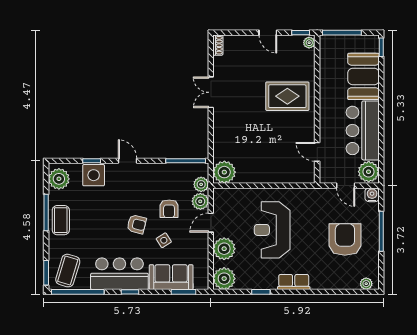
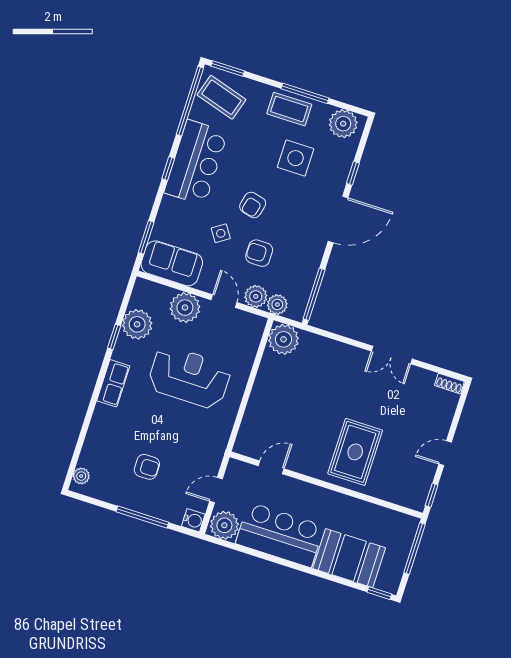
plant: (309, 43) -> (415, 502), removed
double door: (211, 92) -> (392, 355), swing flipped
door: (128, 161) -> (338, 220), width x1.88
side table: (94, 175) -> (296, 158), moved
armchair: (345, 239) -> (147, 467), width x0.53, depth x0.53
sofa: (171, 277) -> (172, 263), moved, turned -90
plant: (224, 279) -> (137, 324), moved

